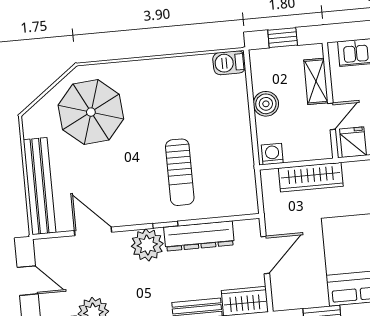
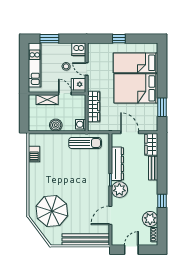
window: (283, 38) -> (24, 114), removed
barbecue: (229, 63) -> (34, 154), moved
sun lounger: (180, 172) -> (85, 143), moved

